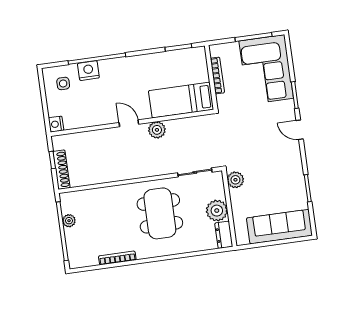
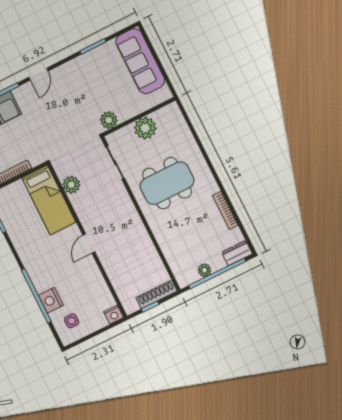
plant: (157, 130) -> (71, 185), moved
dresser: (224, 235) -> (237, 253), moved, turned 180

